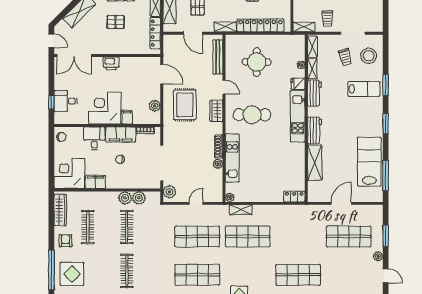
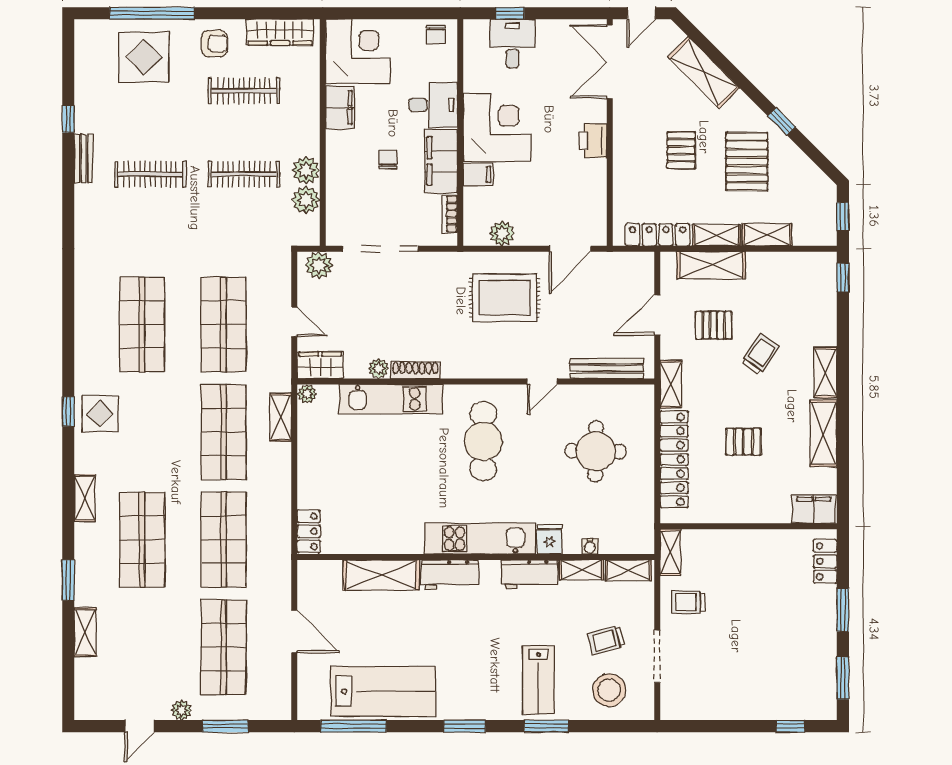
wardrobe: (216, 111) -> (320, 365), moved
shop shelf: (298, 236) -> (224, 540), added

